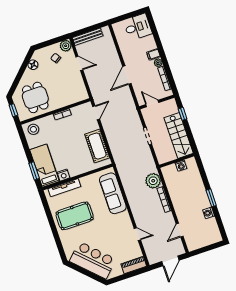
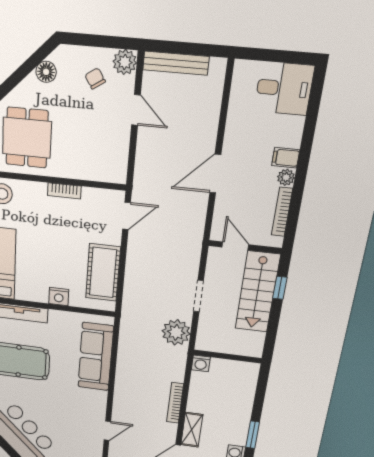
stairs: (179, 135) -> (257, 292), moved
washing machine: (181, 166) -> (201, 363), moved
nightstand: (63, 175) -> (59, 297), moved
plant: (153, 181) -> (176, 332), moved
shelving: (180, 211) -> (192, 430), added
door: (137, 234) -> (107, 431), hinge flipped

